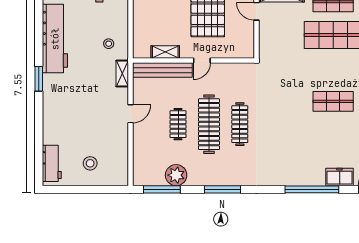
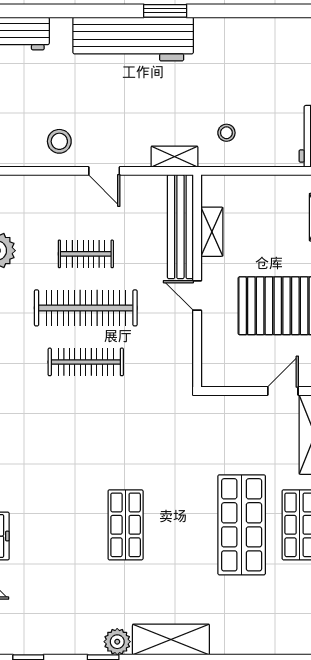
workbench: (55, 39) -> (133, 39), moved
stool: (90, 163) -> (59, 141), moved

